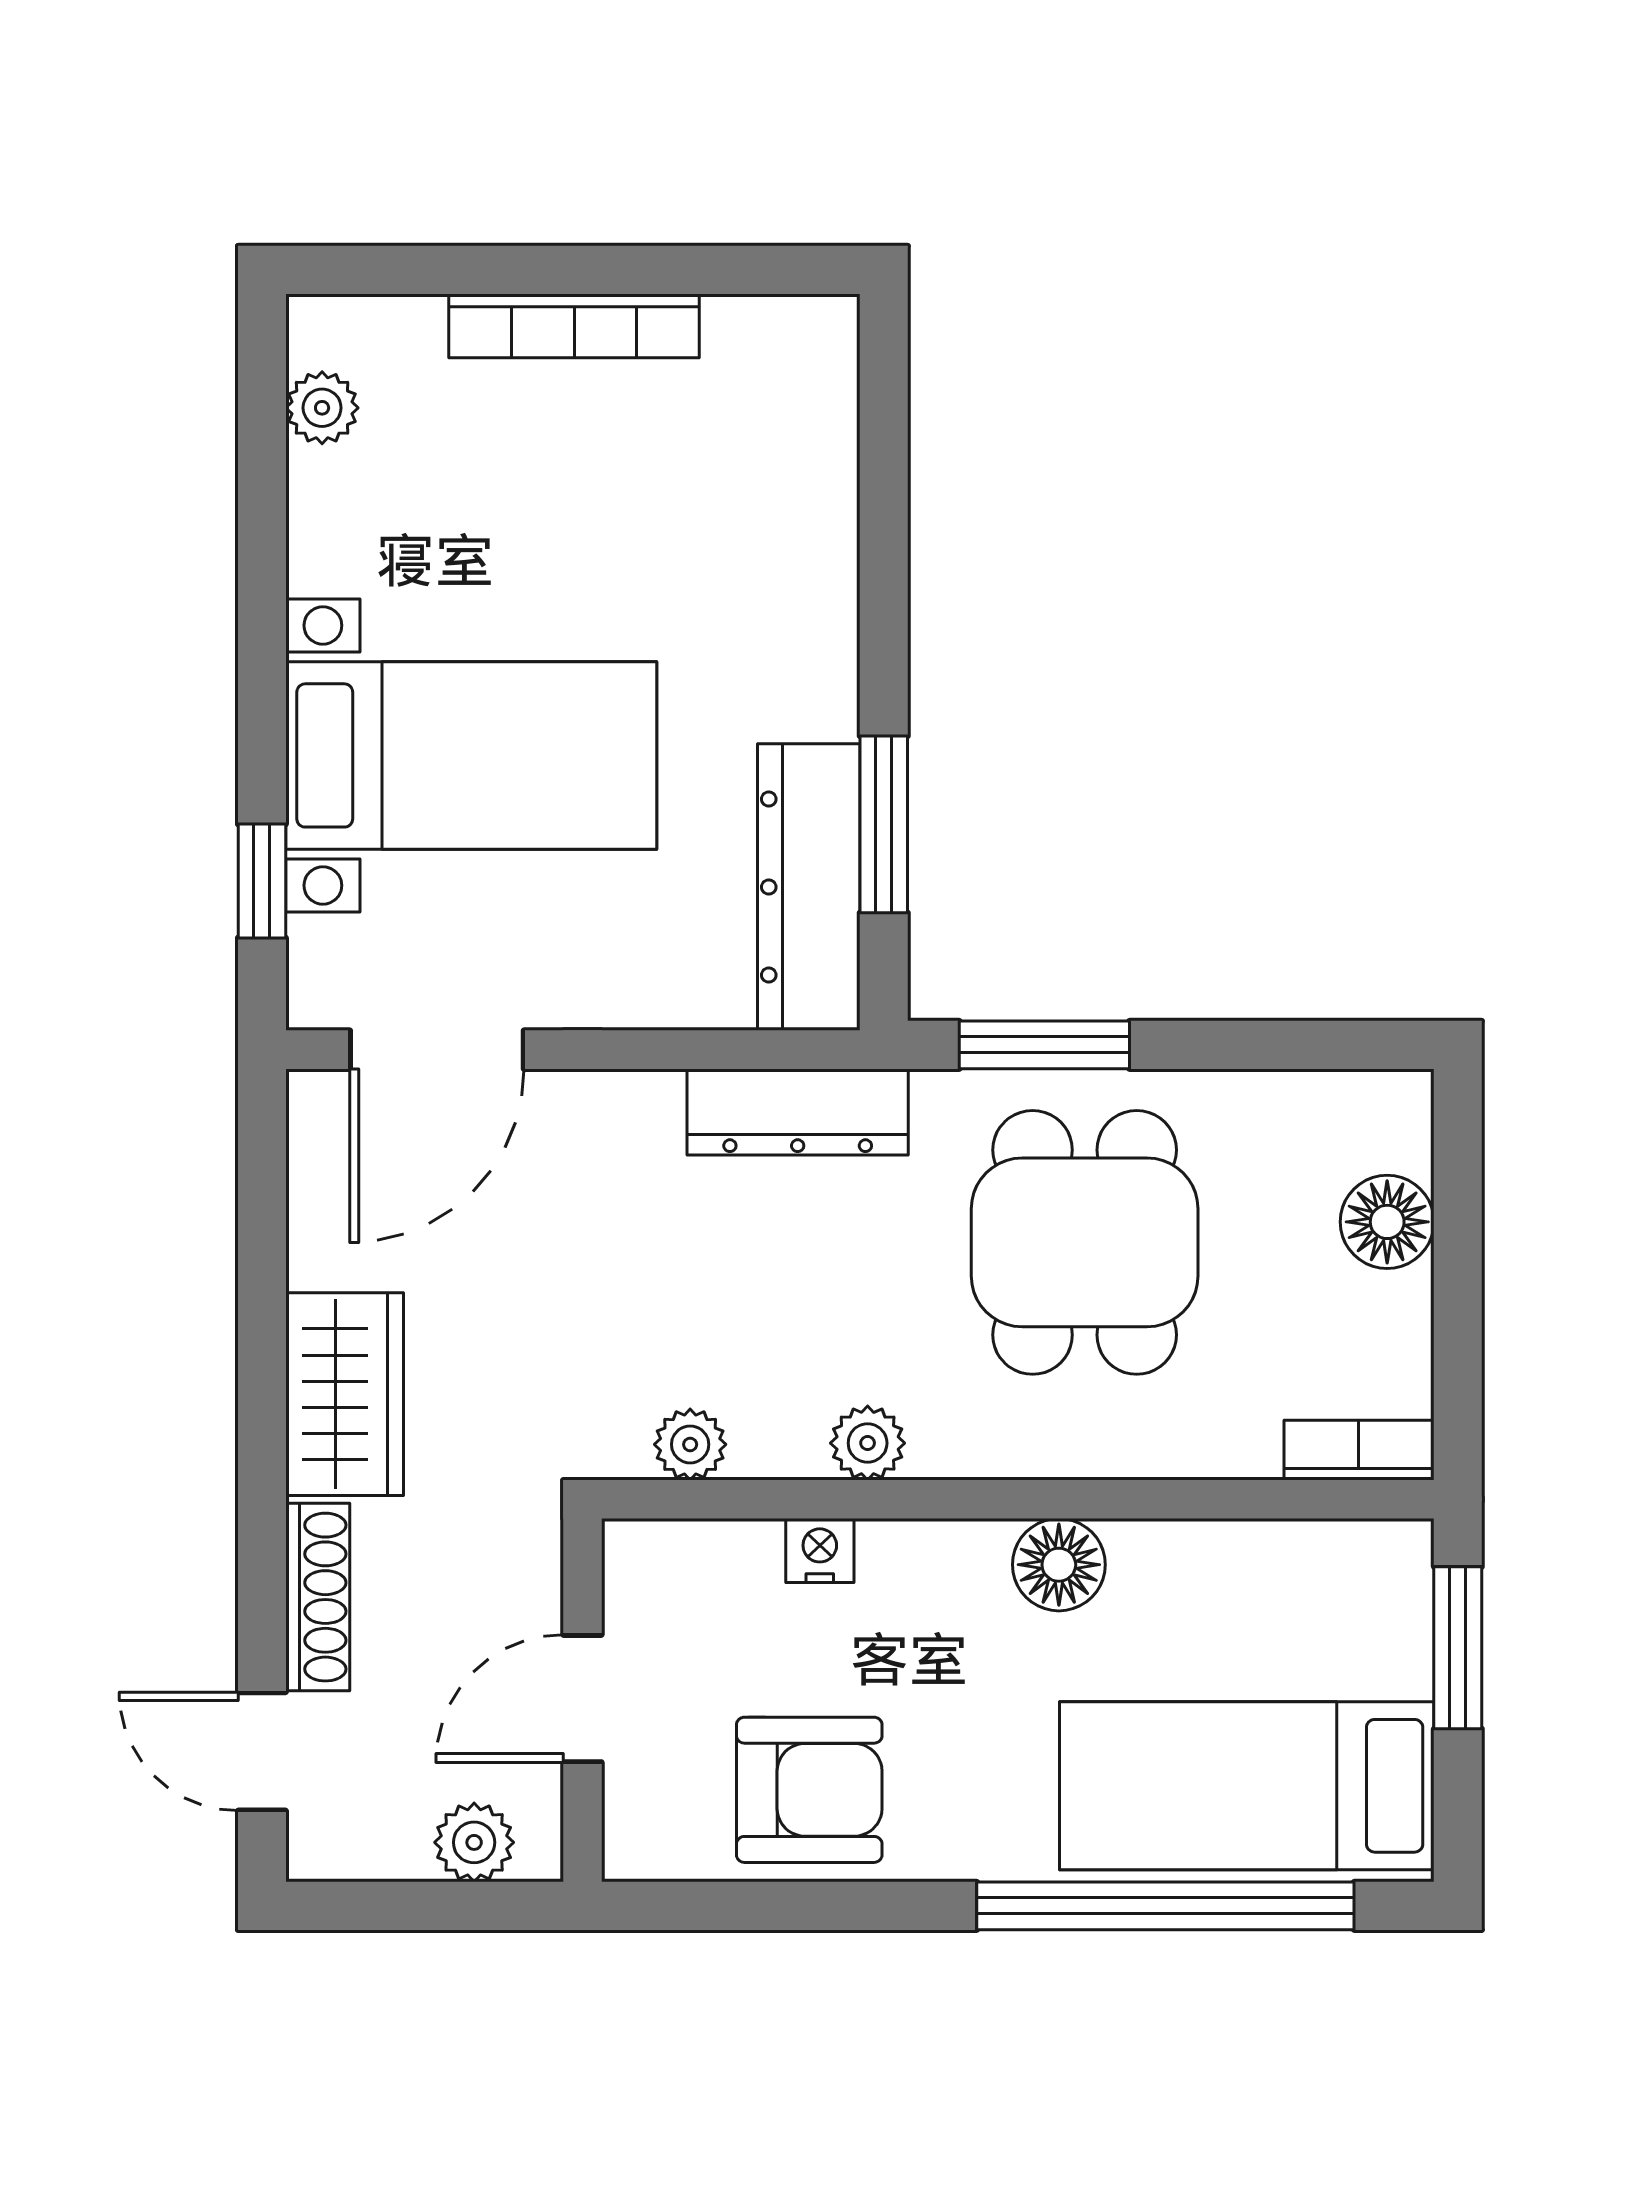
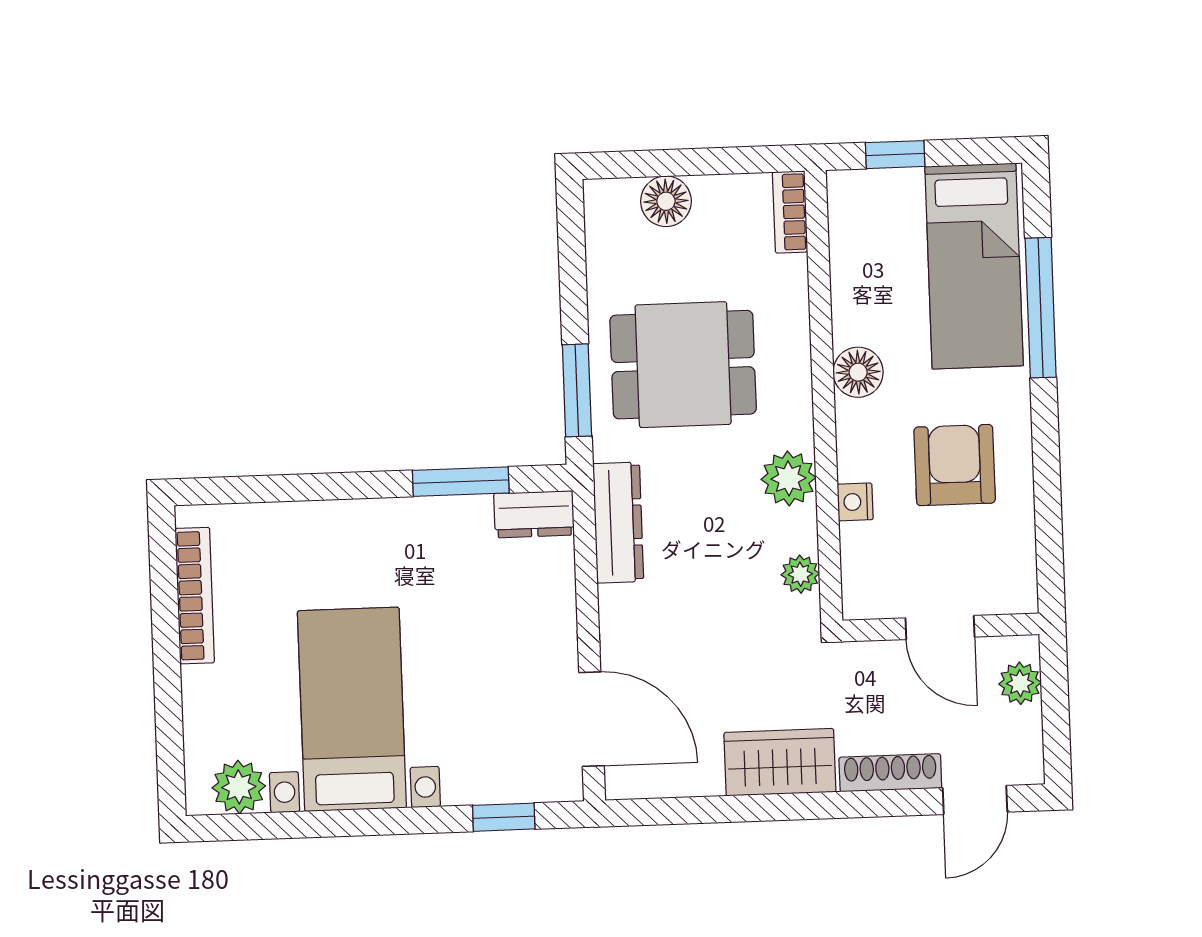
bookcase: (574, 326) -> (195, 596), moved
plant: (322, 408) -> (239, 787), width x1.38, depth x1.38
bed with nightstands: (471, 755) -> (352, 709), moved
dresser: (809, 887) -> (534, 514), width x0.51, depth x0.80
plant: (868, 1443) -> (788, 478), width x1.38, depth x1.38
window: (1458, 1648) -> (895, 155), width x0.67
armchair: (809, 1790) -> (955, 465), moved
window: (1165, 1906) -> (1041, 308), width x0.68

